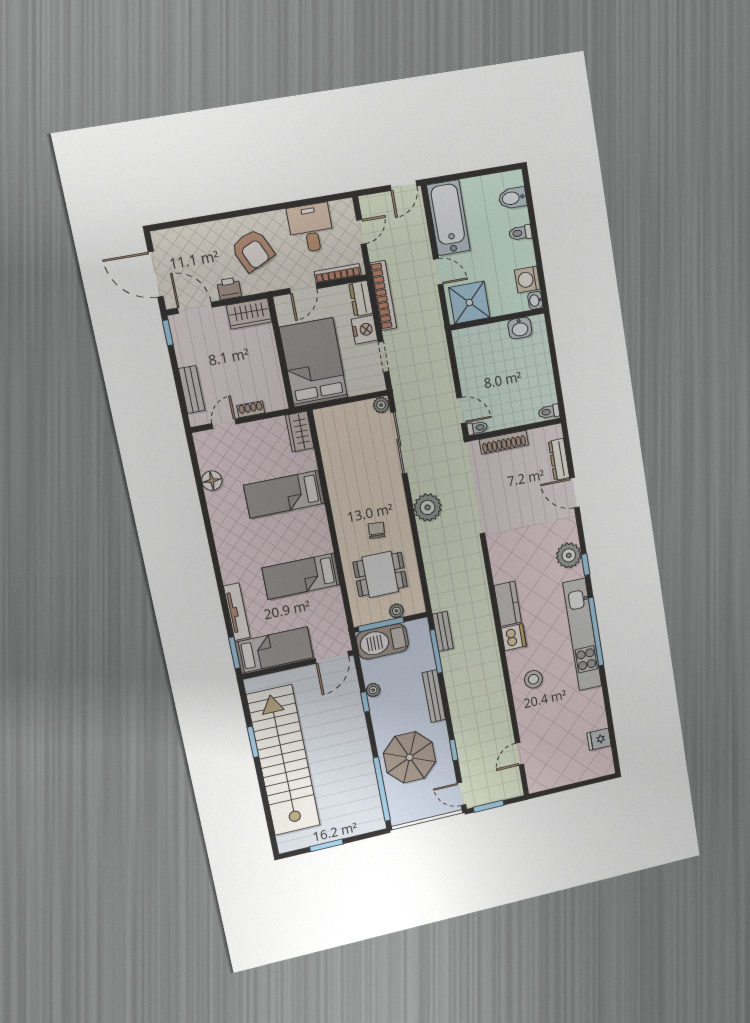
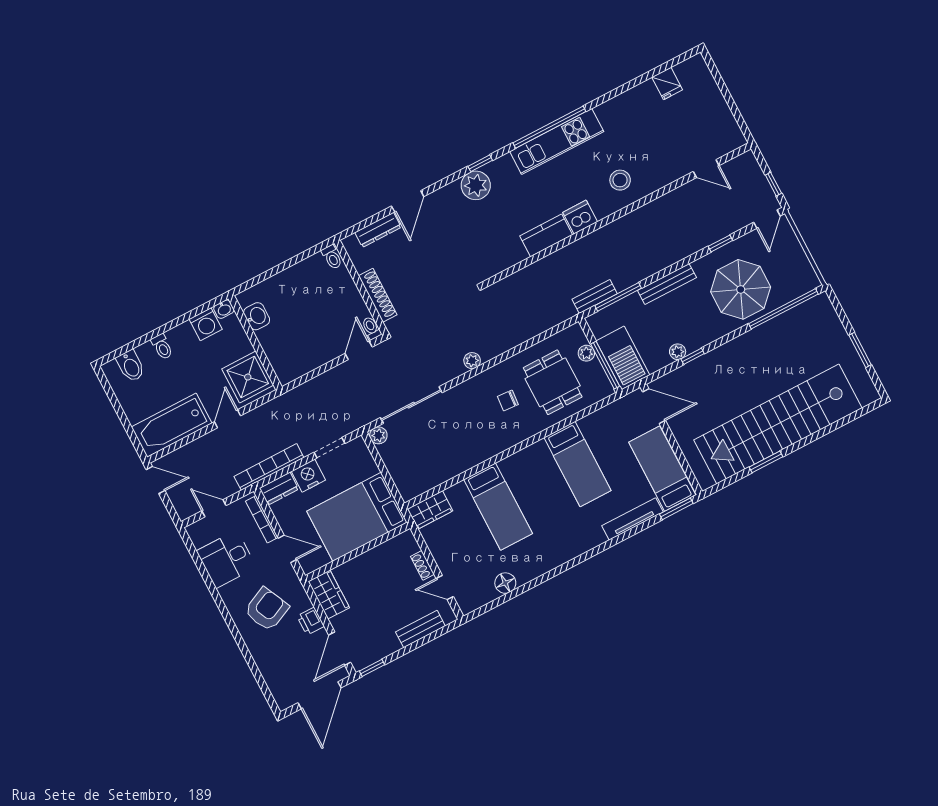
plant: (428, 507) -> (472, 361), width x0.53, depth x0.53
kitchen unit: (582, 635) -> (557, 141), width x0.73
window: (489, 806) -> (773, 184), width x0.67

